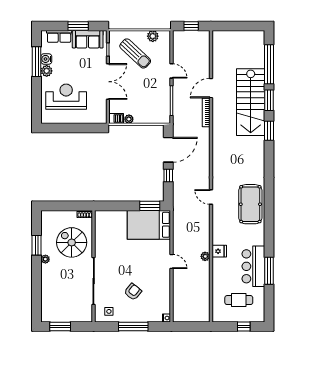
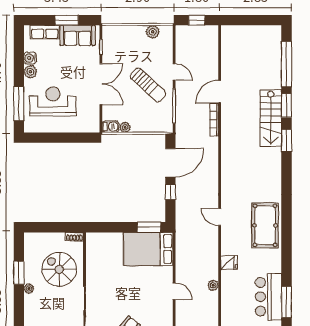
sun lounger: (135, 53) -> (148, 85), moved
window: (37, 62) -> (19, 104), moved
stairs: (251, 102) -> (271, 118), width x0.73, depth x0.66
fridge: (219, 251) -> (229, 263), moved

